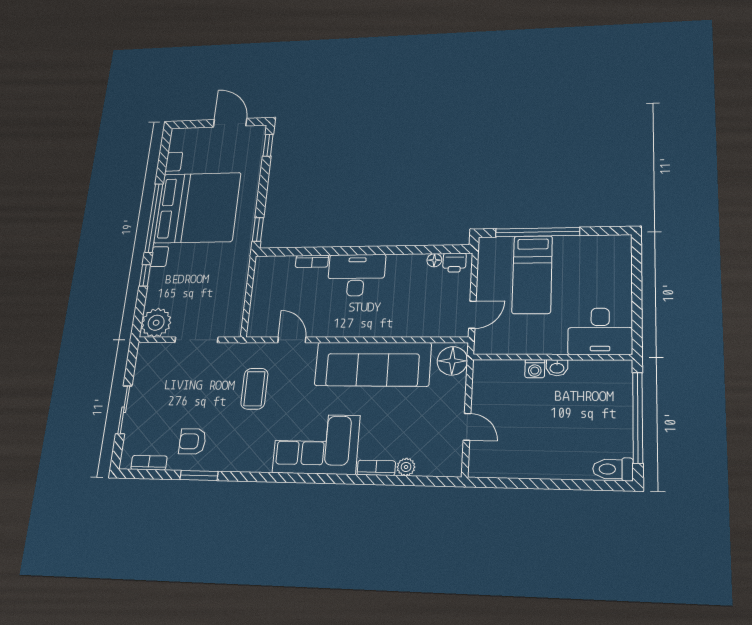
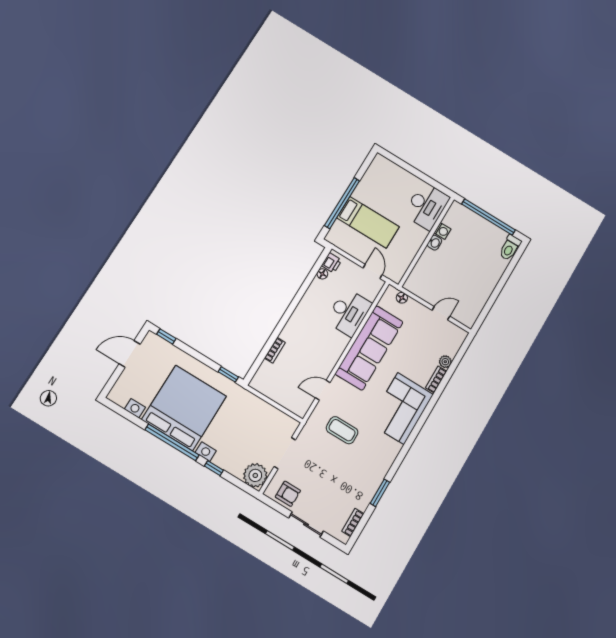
desk: (356, 275) -> (349, 312), moved, turned 180
floor lamp: (452, 361) -> (402, 298), width x0.53, depth x0.53
washing machine: (535, 369) -> (442, 231), moved
armchair: (192, 441) -> (288, 494), moved, turned -90

